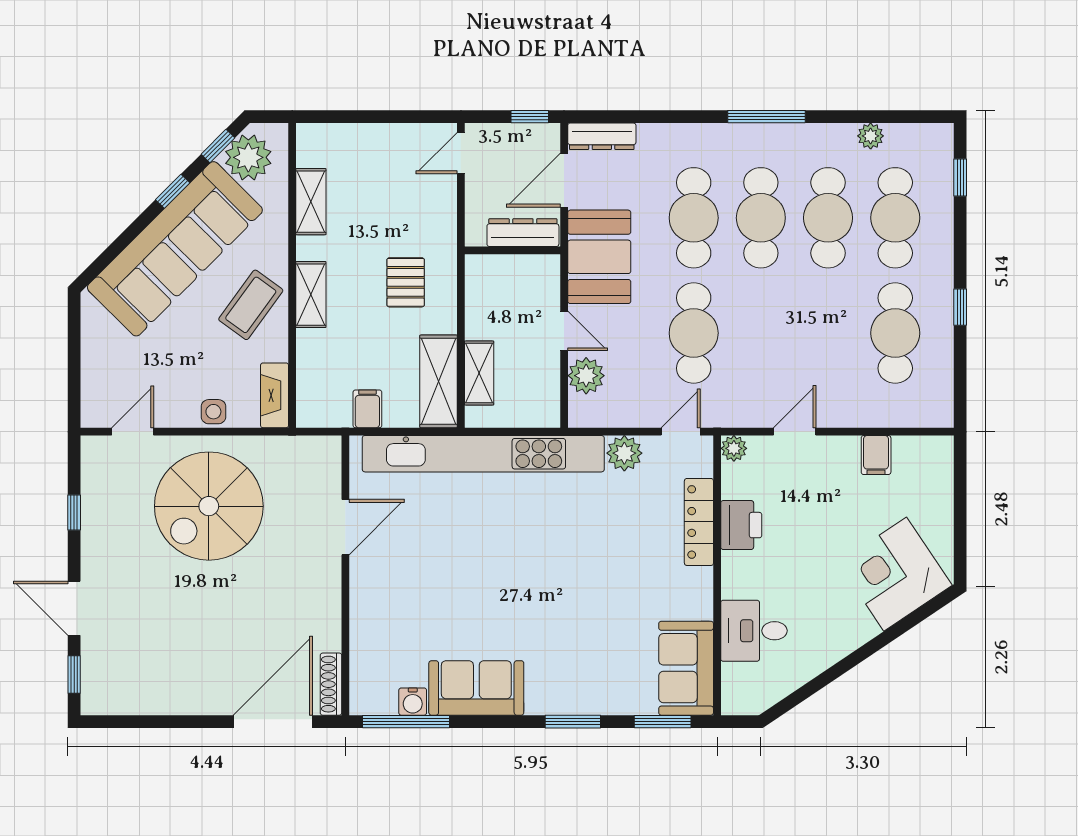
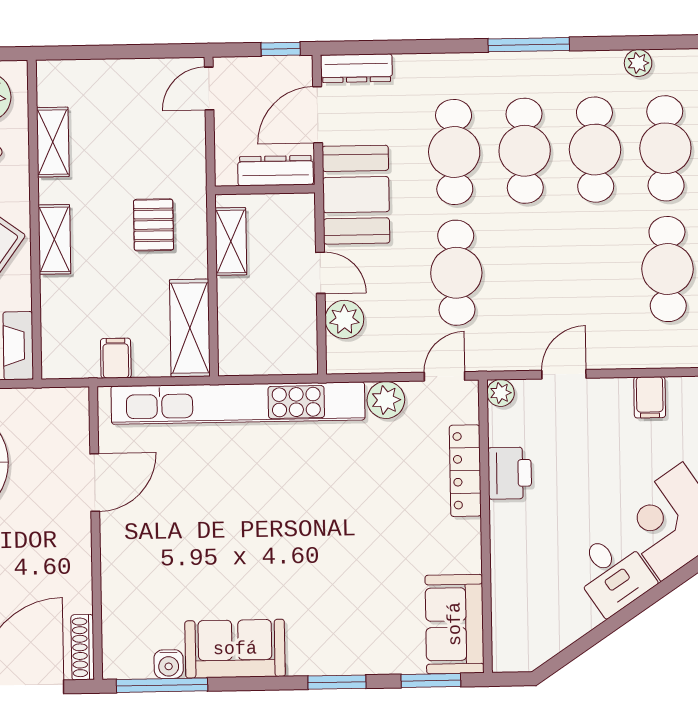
shelving: (479, 373) -> (231, 241), moved
desk: (754, 631) -> (613, 573), moved, turned -124

